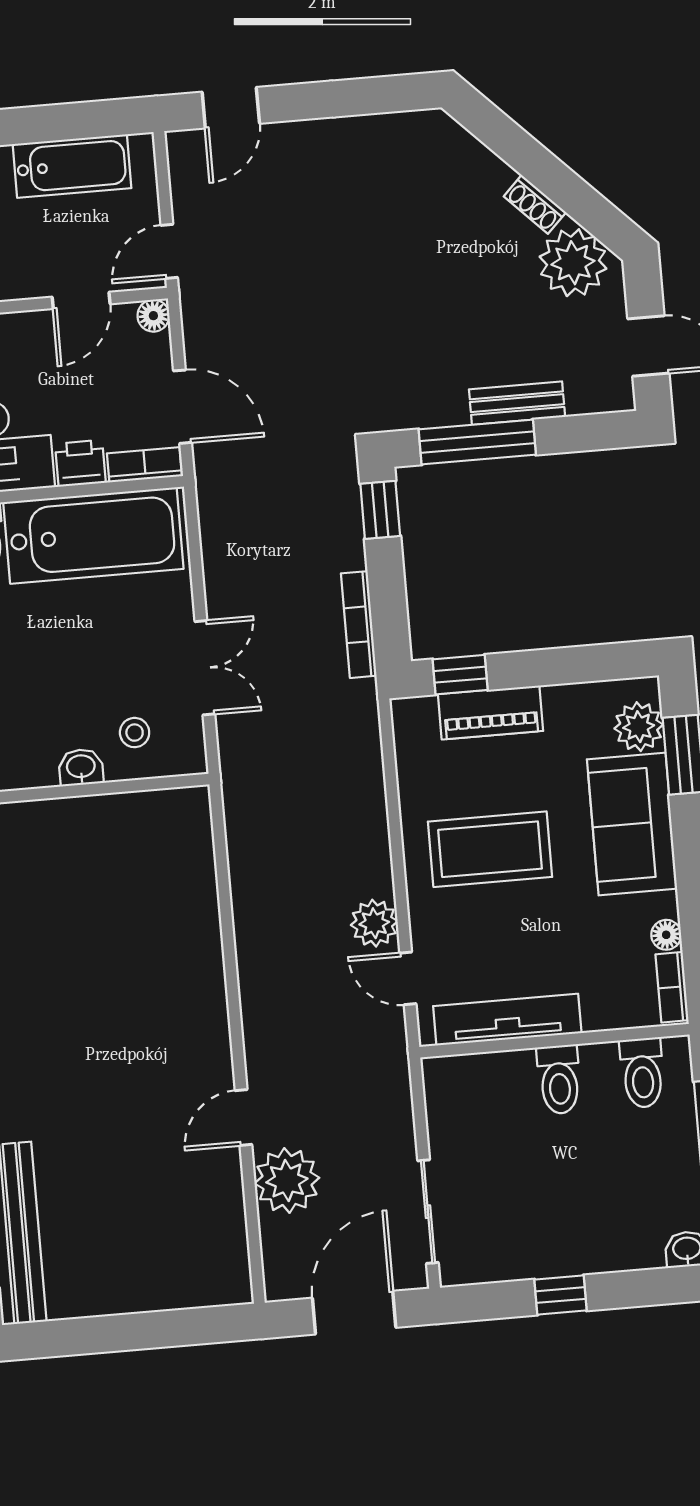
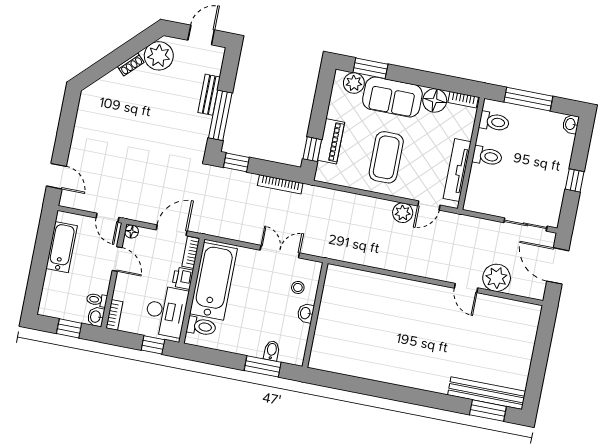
floor lamp: (666, 935) -> (435, 100), width x1.89, depth x1.89

